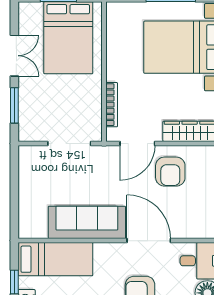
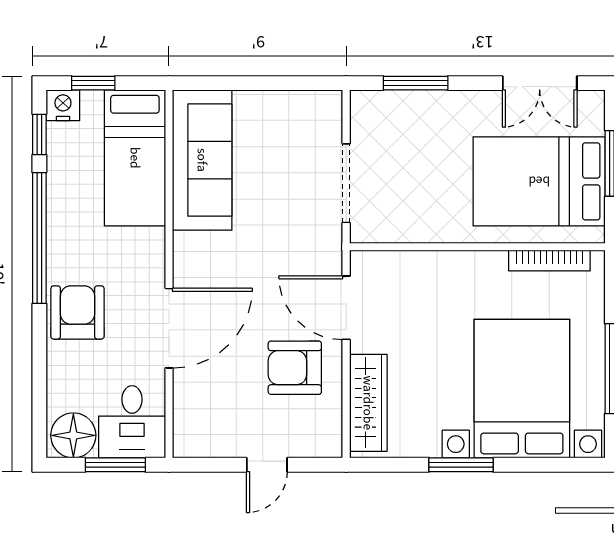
double door: (14, 56) -> (540, 83), moved
bookcase: (112, 105) -> (549, 261), moved
sofa: (87, 222) -> (202, 160), moved

